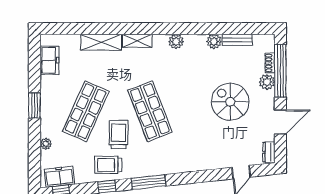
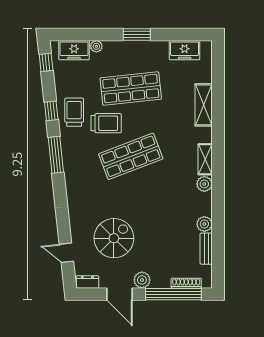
shelving: (137, 41) -> (205, 159), moved
shoe rack: (270, 63) -> (186, 283), width x1.43
plant: (267, 82) -> (142, 280), moved
spiral stairs: (230, 102) -> (114, 238), moved
shop shelf: (86, 111) -> (131, 89), turned -30
freezer: (59, 177) -> (74, 50), moved, turned 96

